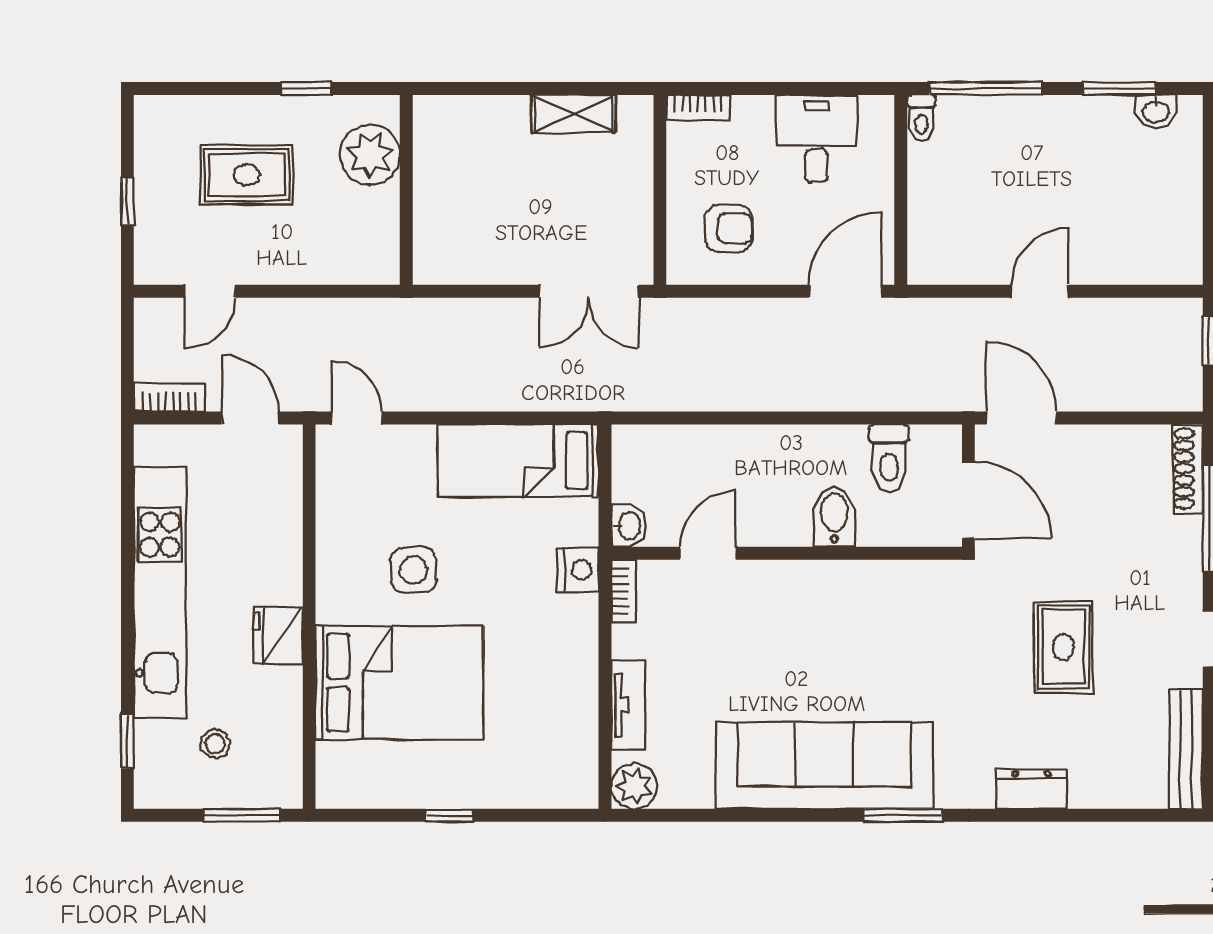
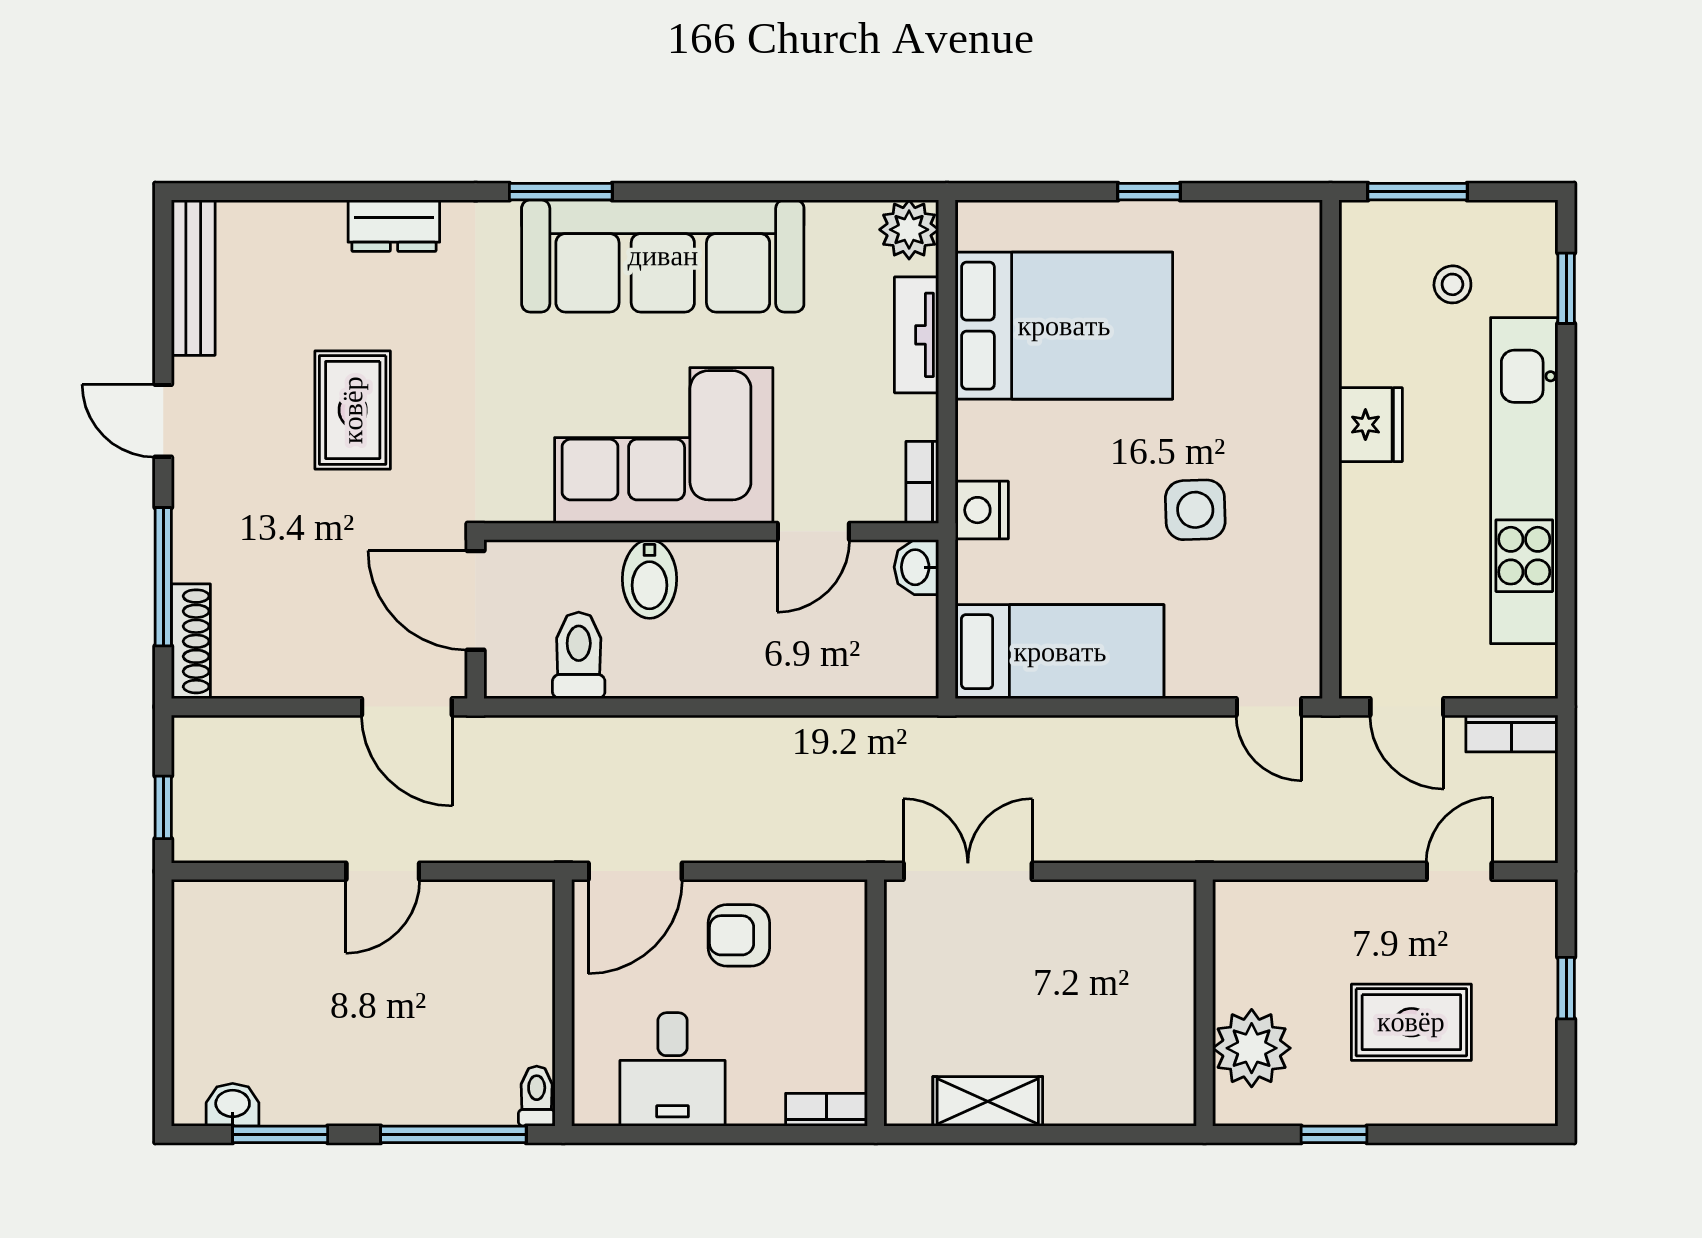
armchair: (729, 228) -> (739, 935), moved
corner sofa: (823, 620) -> (664, 445), added
bed: (399, 683) -> (1064, 326), moved, turned 180

